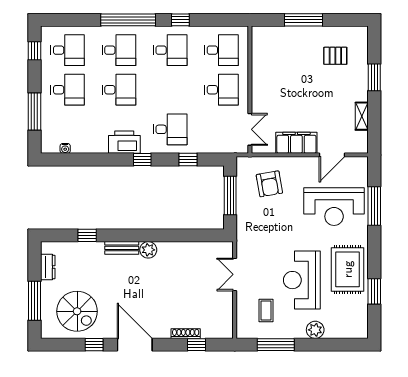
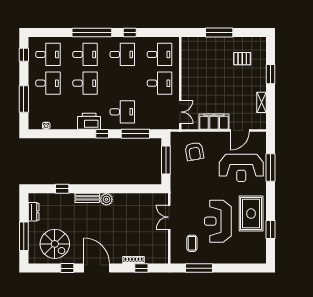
window: (188, 160) -> (135, 134), width x2.17
plant: (315, 330) -> (228, 257), removed

